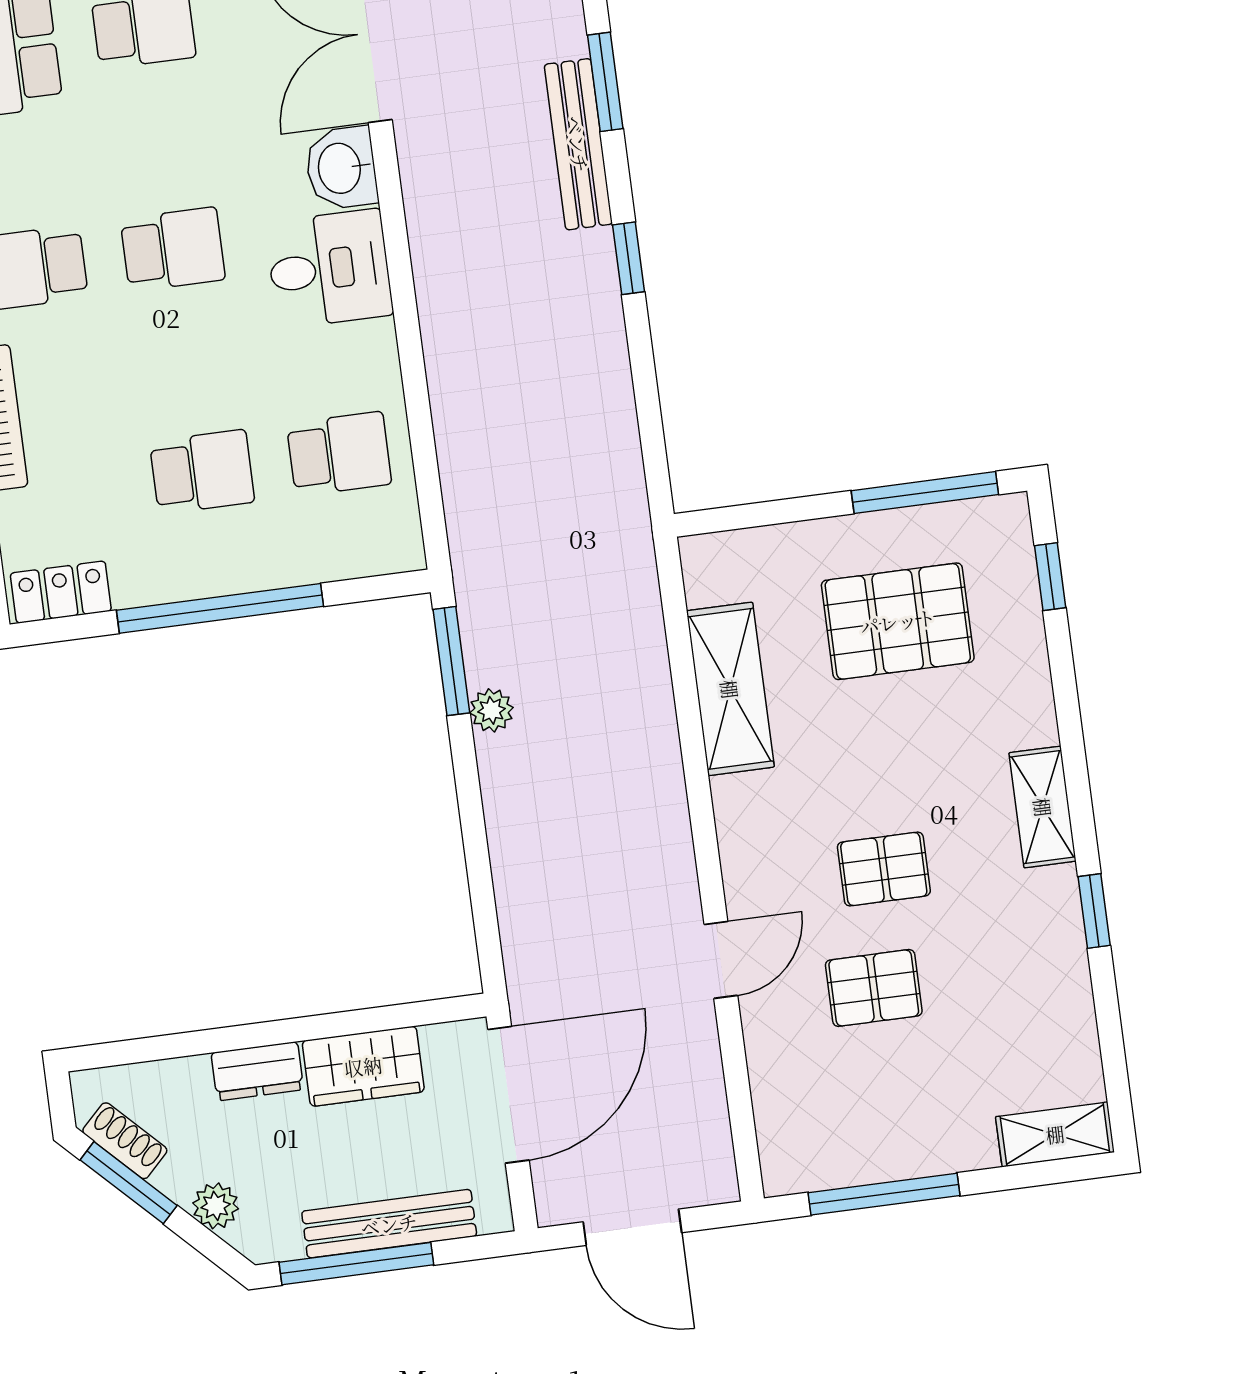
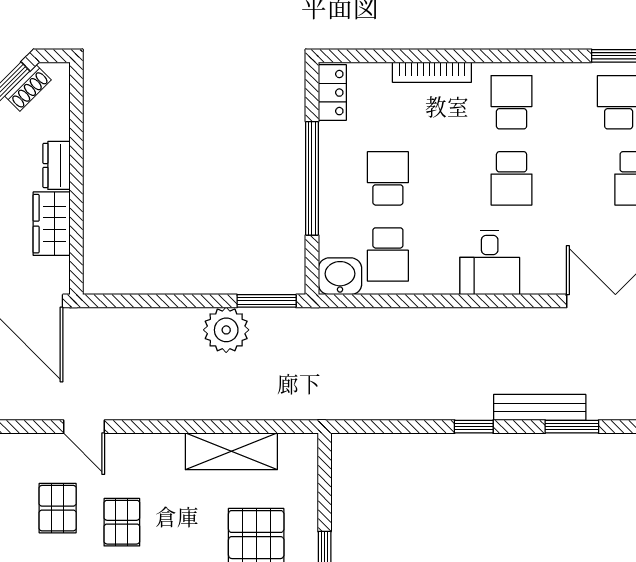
washbasin: (341, 168) -> (340, 276), moved
school desk: (202, 472) -> (388, 178), turned 180
plant: (492, 710) -> (226, 330), width x1.88, depth x1.88

